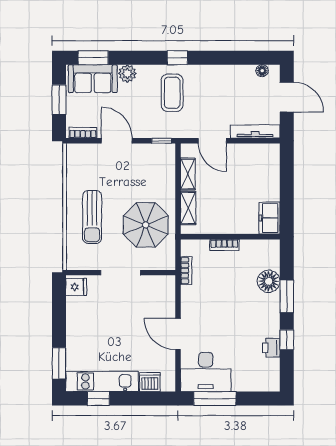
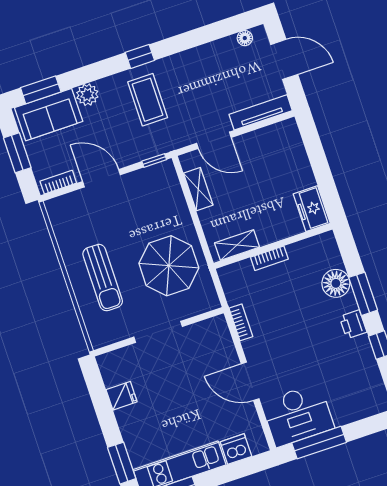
shelving: (188, 208) -> (237, 245), moved, turned 90
bookcase: (186, 271) -> (241, 322), moved
fridge: (76, 287) -> (122, 396), moved
printer: (271, 348) -> (353, 324), moved

